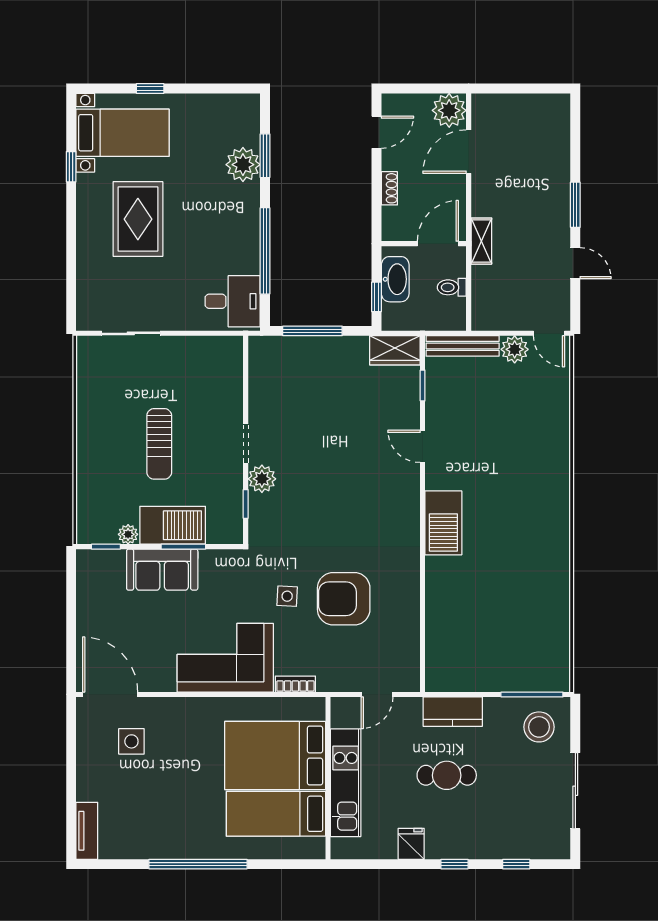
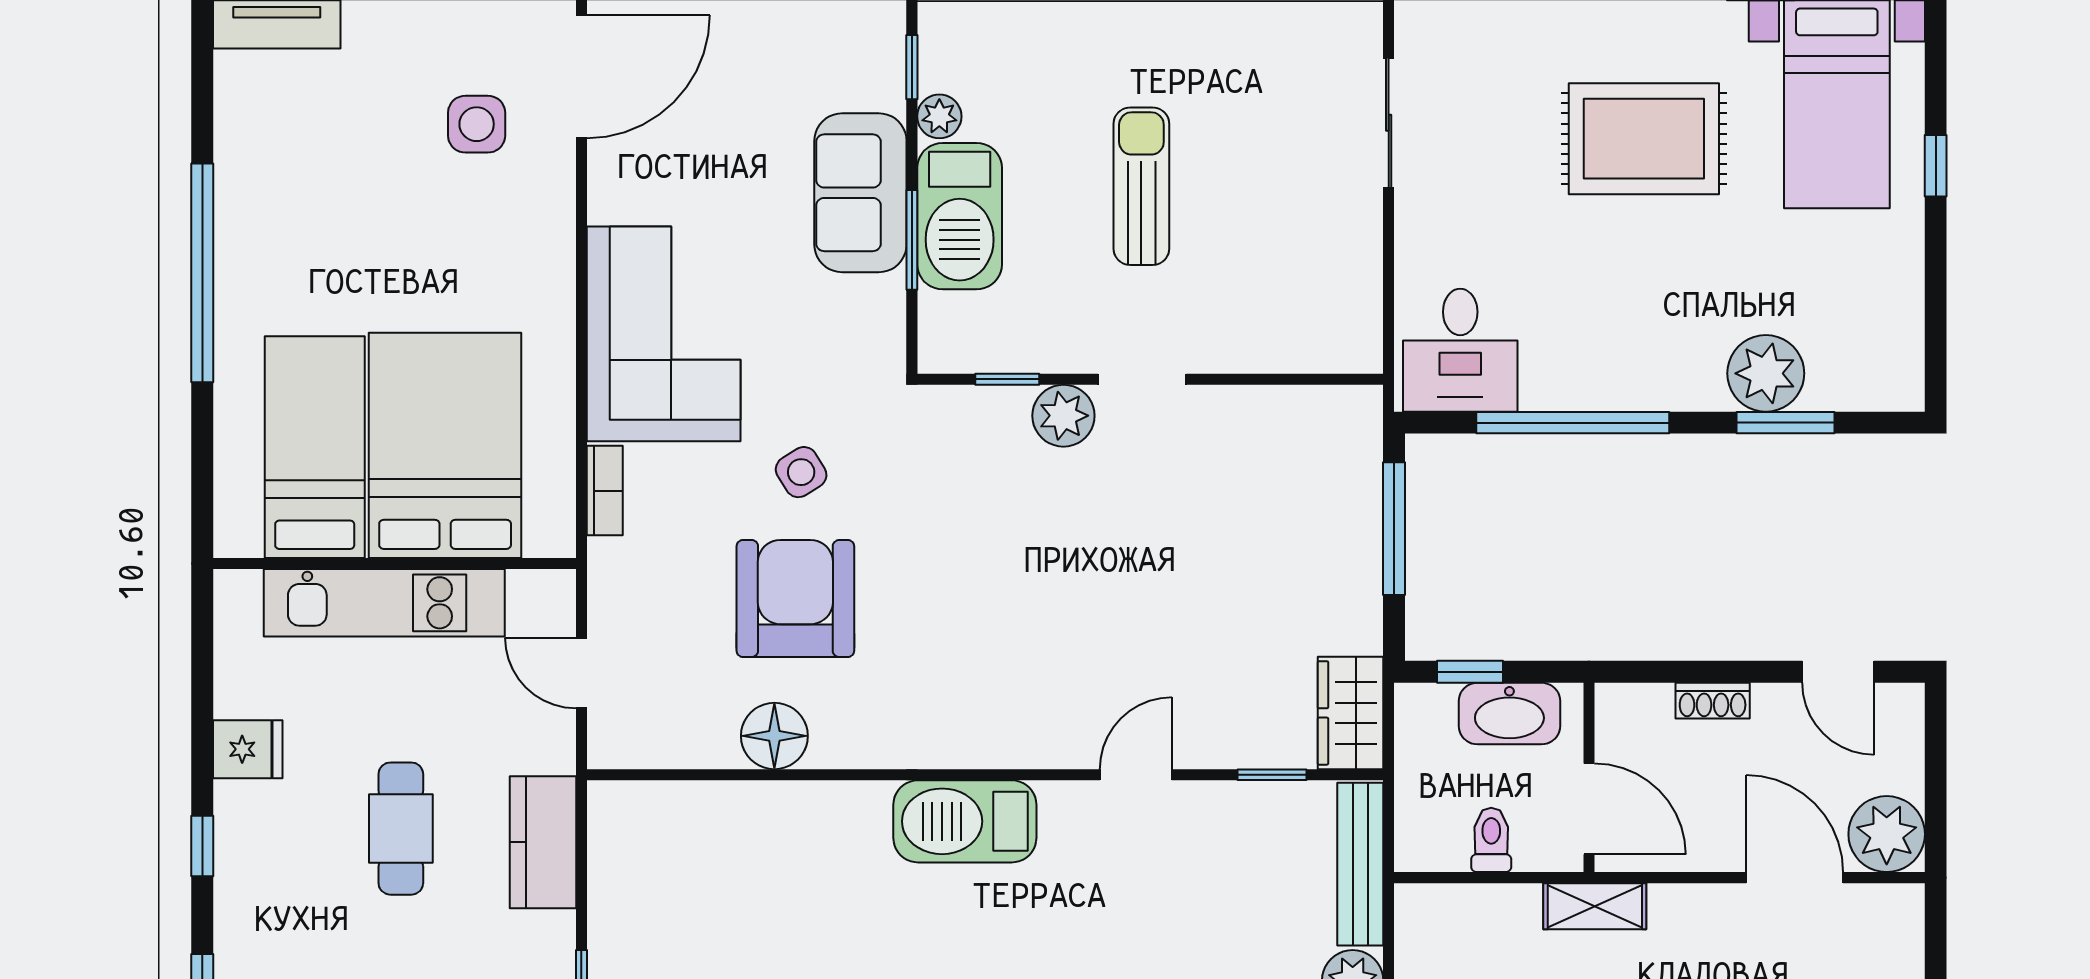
sun lounger: (159, 444) -> (1141, 186), turned 90
side table: (287, 596) -> (801, 472), turned -35
floor lamp: (405, 608) -> (774, 736), added

